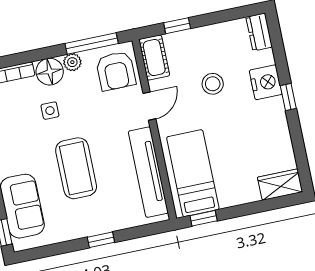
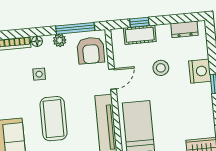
dresser: (259, 32) -> (184, 29), moved, turned -90
cot: (154, 58) -> (140, 35), moved, turned 90
floor lamp: (50, 72) -> (37, 41), width x0.53, depth x0.53

